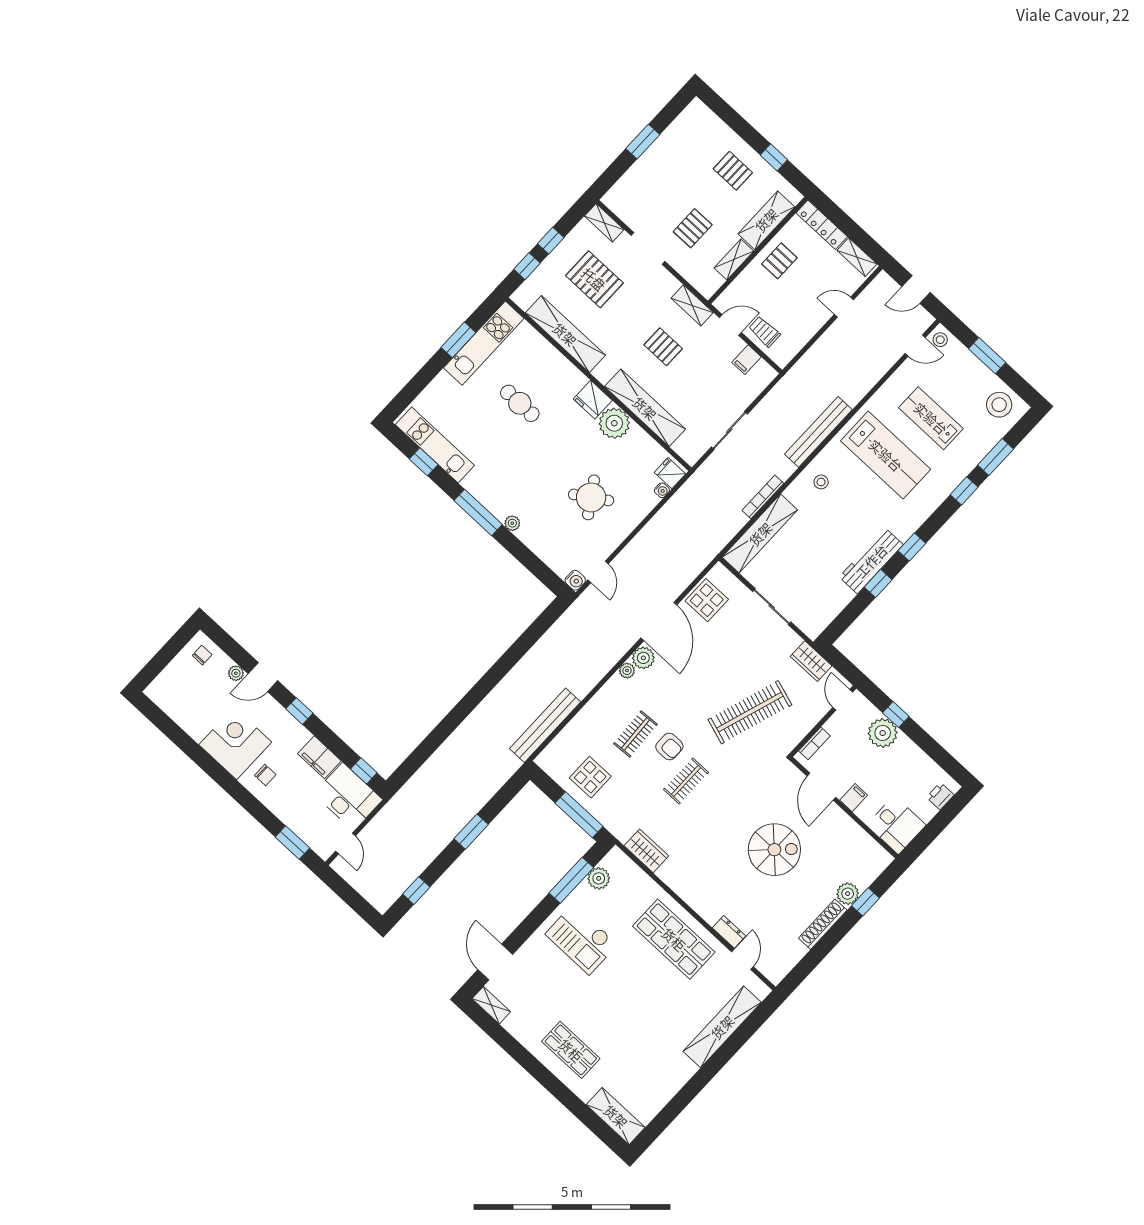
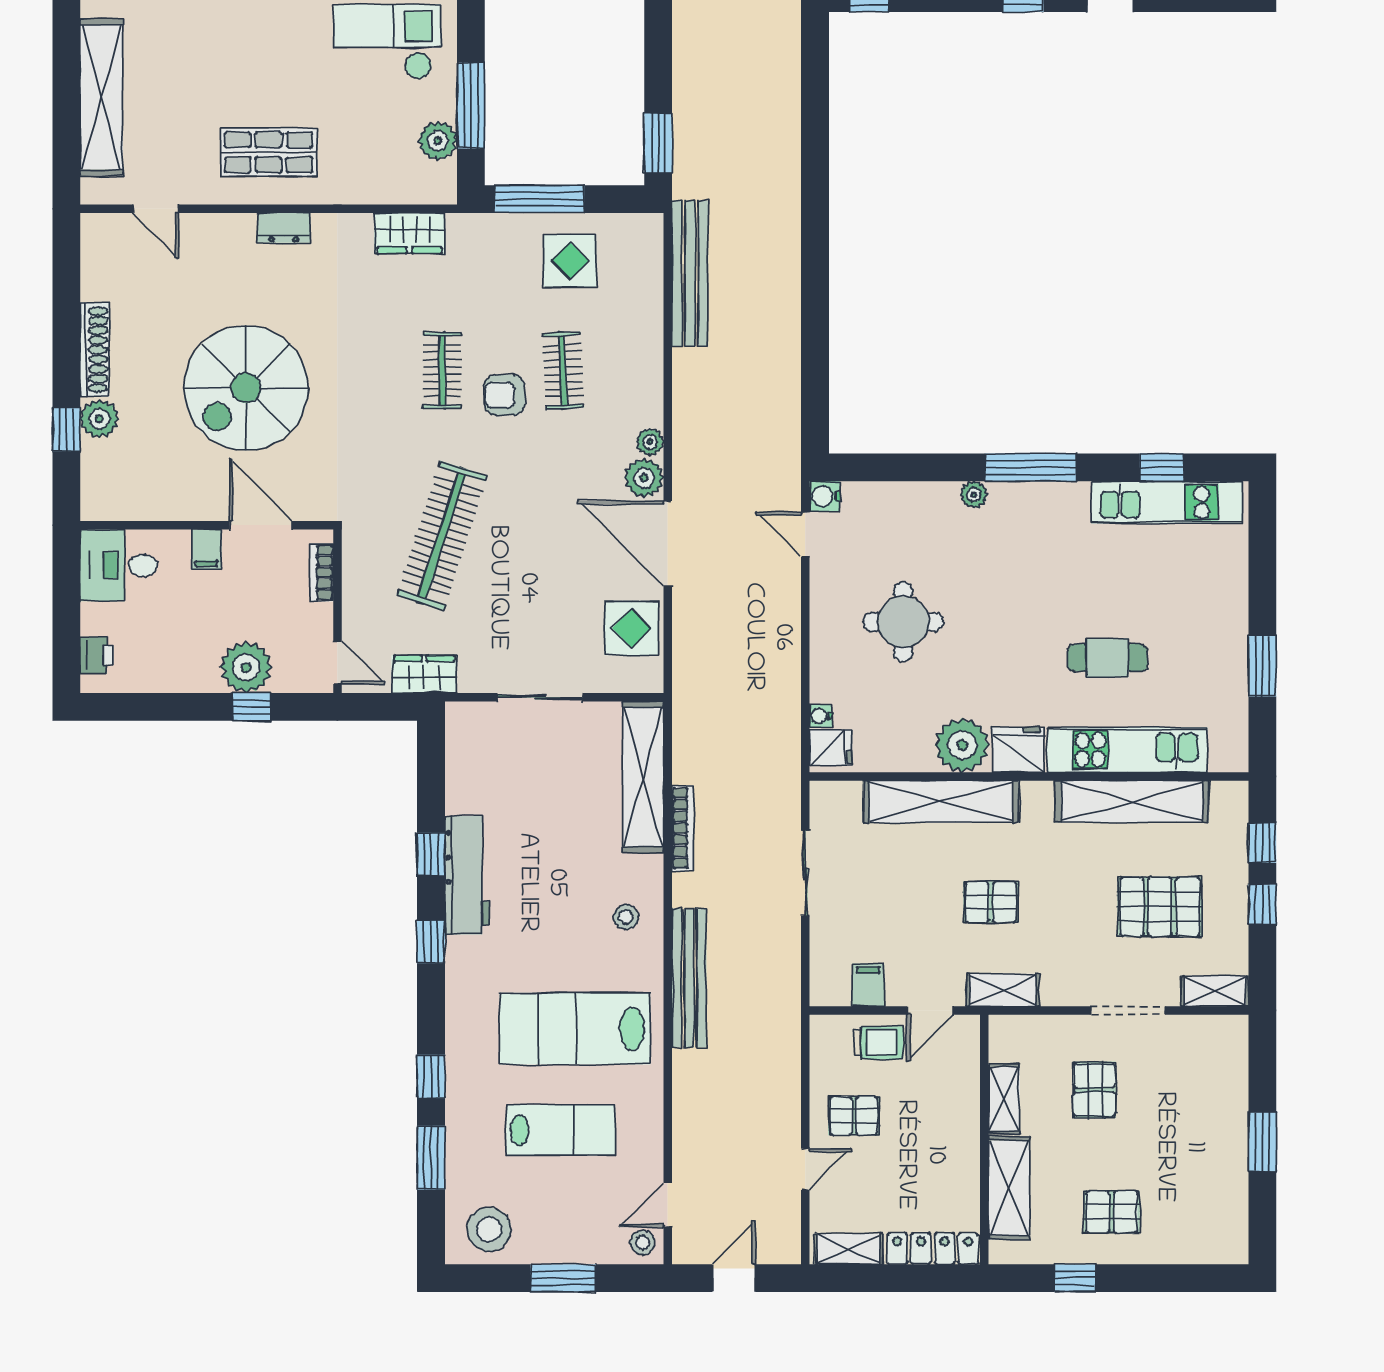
pallet: (779, 261) -> (854, 1116), moved, turned 90
kitchen unit: (484, 343) -> (1127, 750), moved, turned 90
round table: (591, 497) -> (903, 622), turned 33
window: (471, 832) -> (658, 143), moved
spiral stairs: (774, 850) -> (246, 388), width x1.37, depth x1.37
dresser: (729, 932) -> (284, 228), moved
shop shelf: (674, 939) -> (269, 152), width x0.70, depth x0.74

